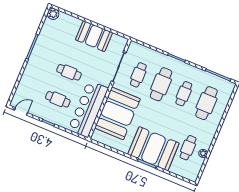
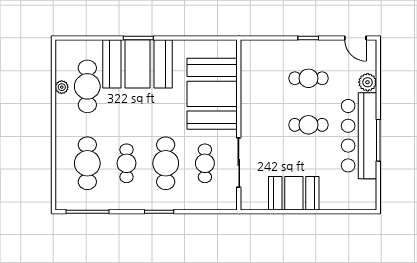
plant: (53, 14) -> (368, 82), moved
bar counter: (88, 109) -> (359, 136), moved, turned 180
door: (21, 111) -> (355, 38), hinge flipped
cafe table: (188, 148) -> (87, 86), width x1.37, depth x1.35

